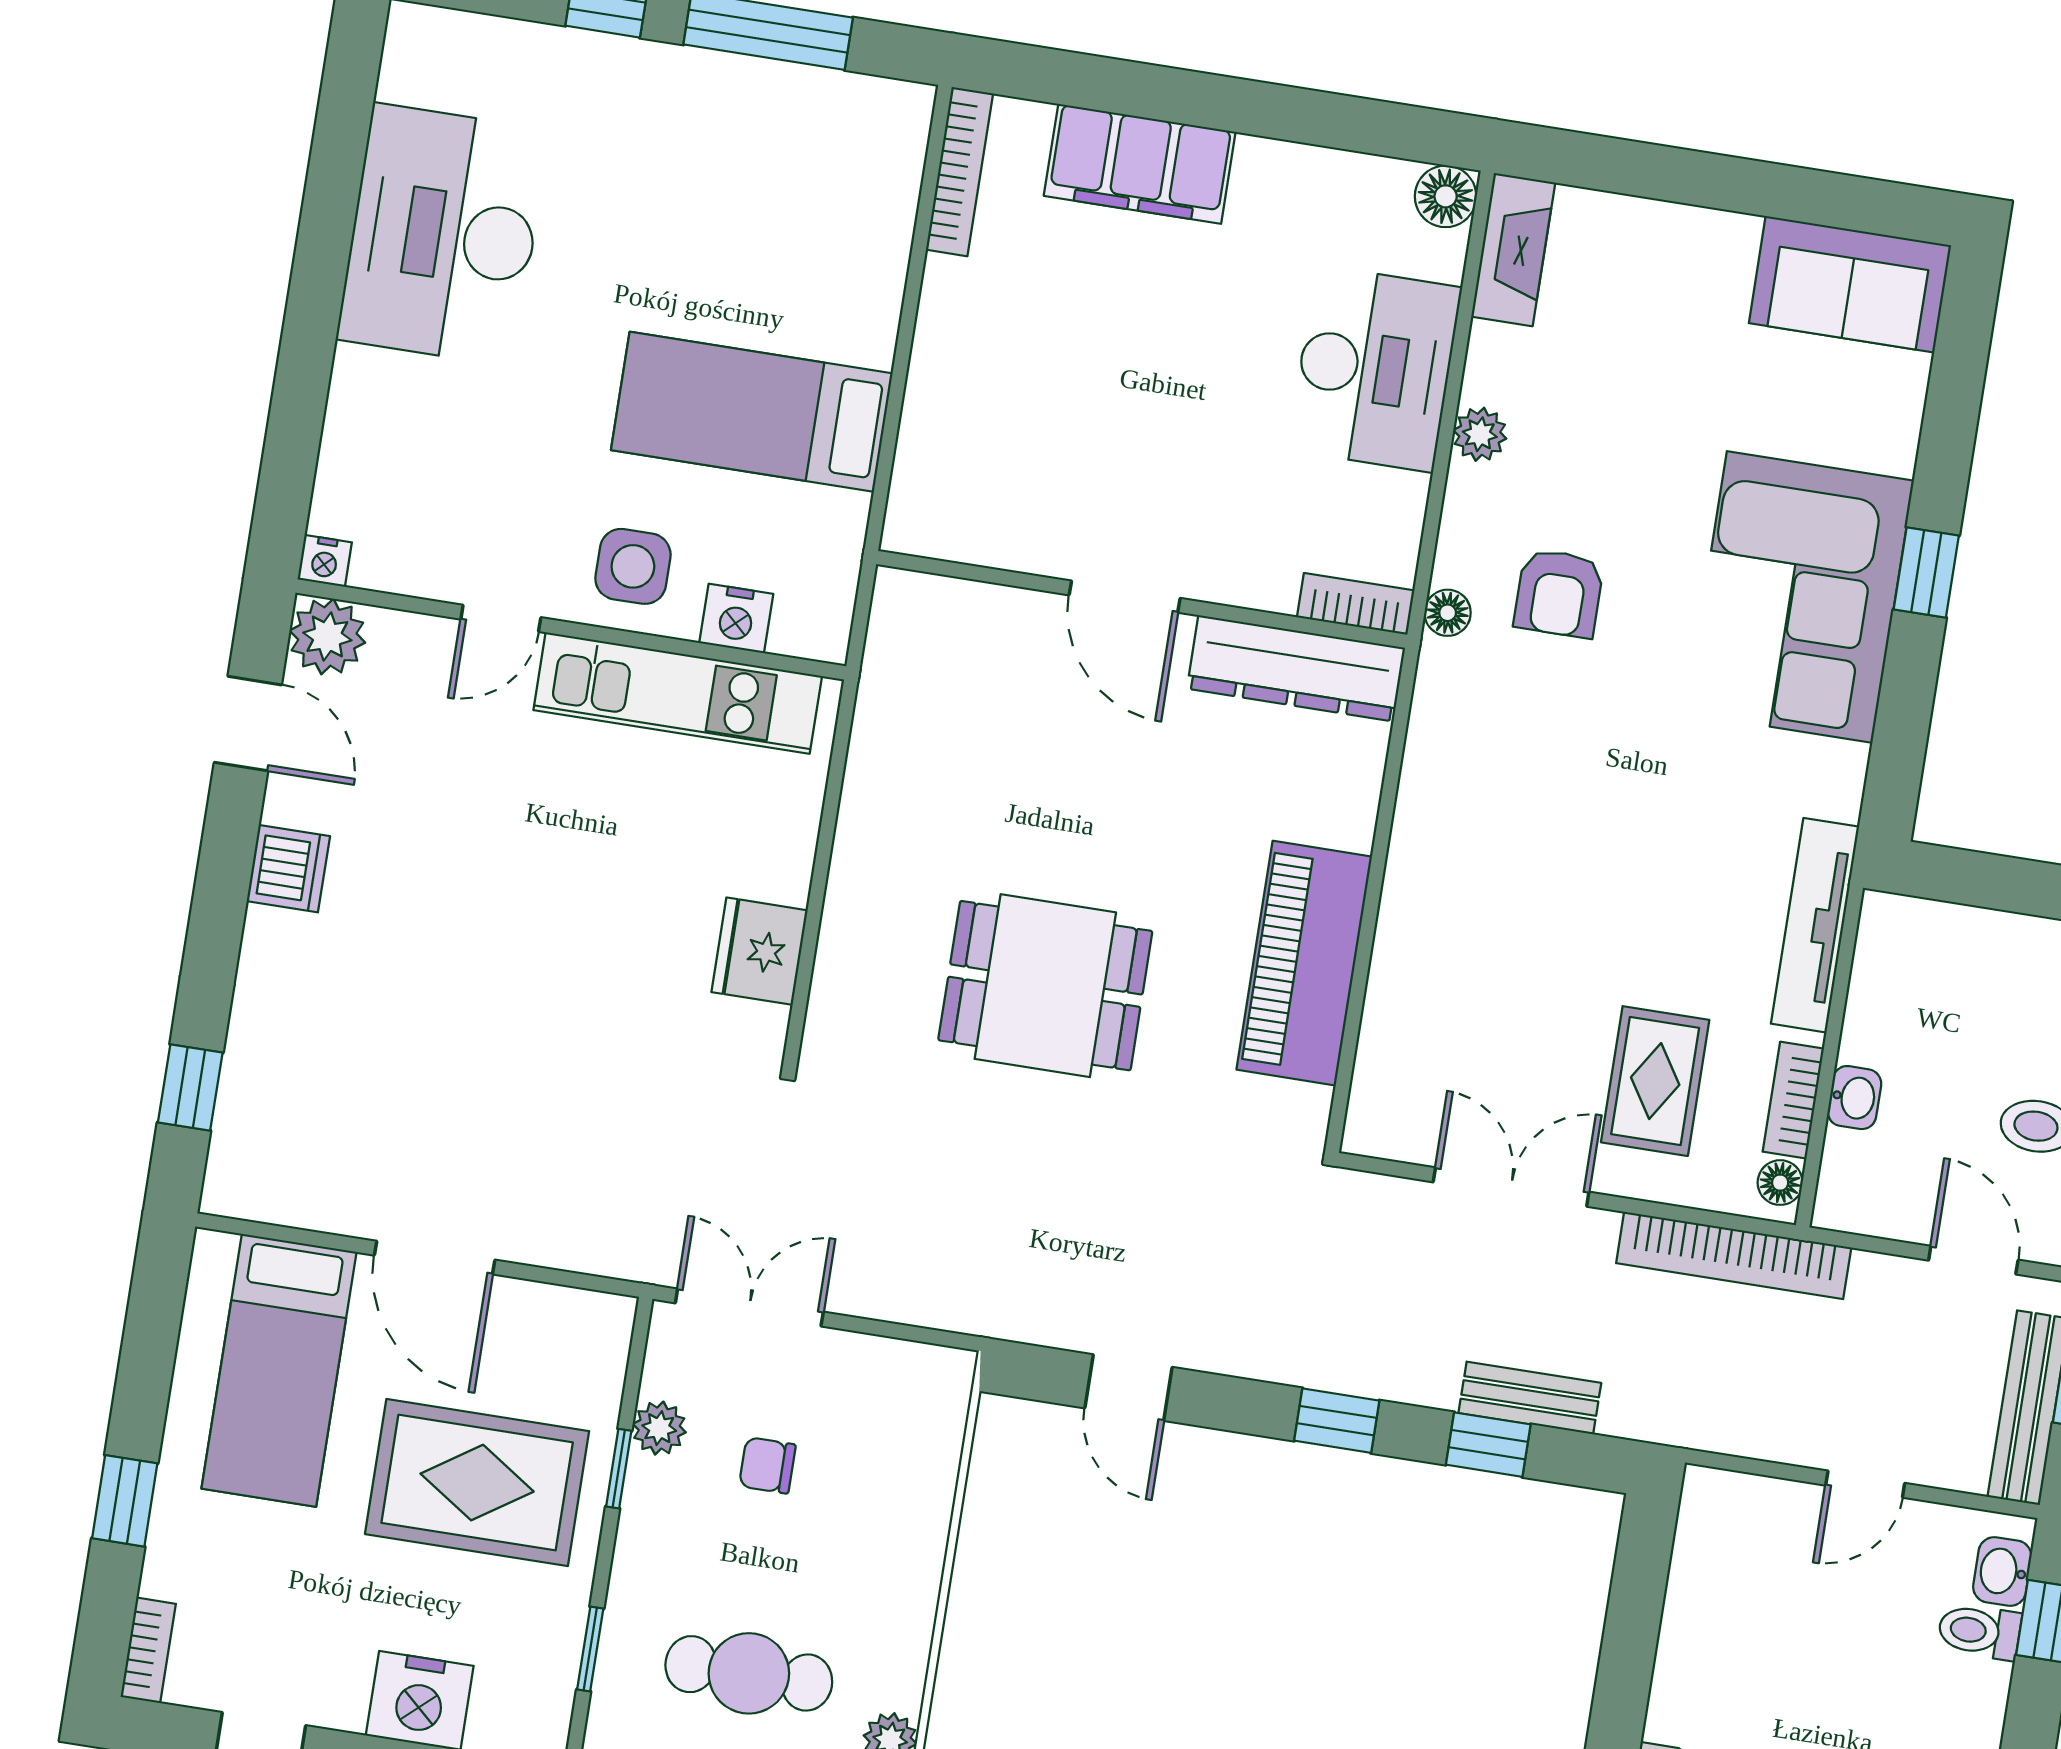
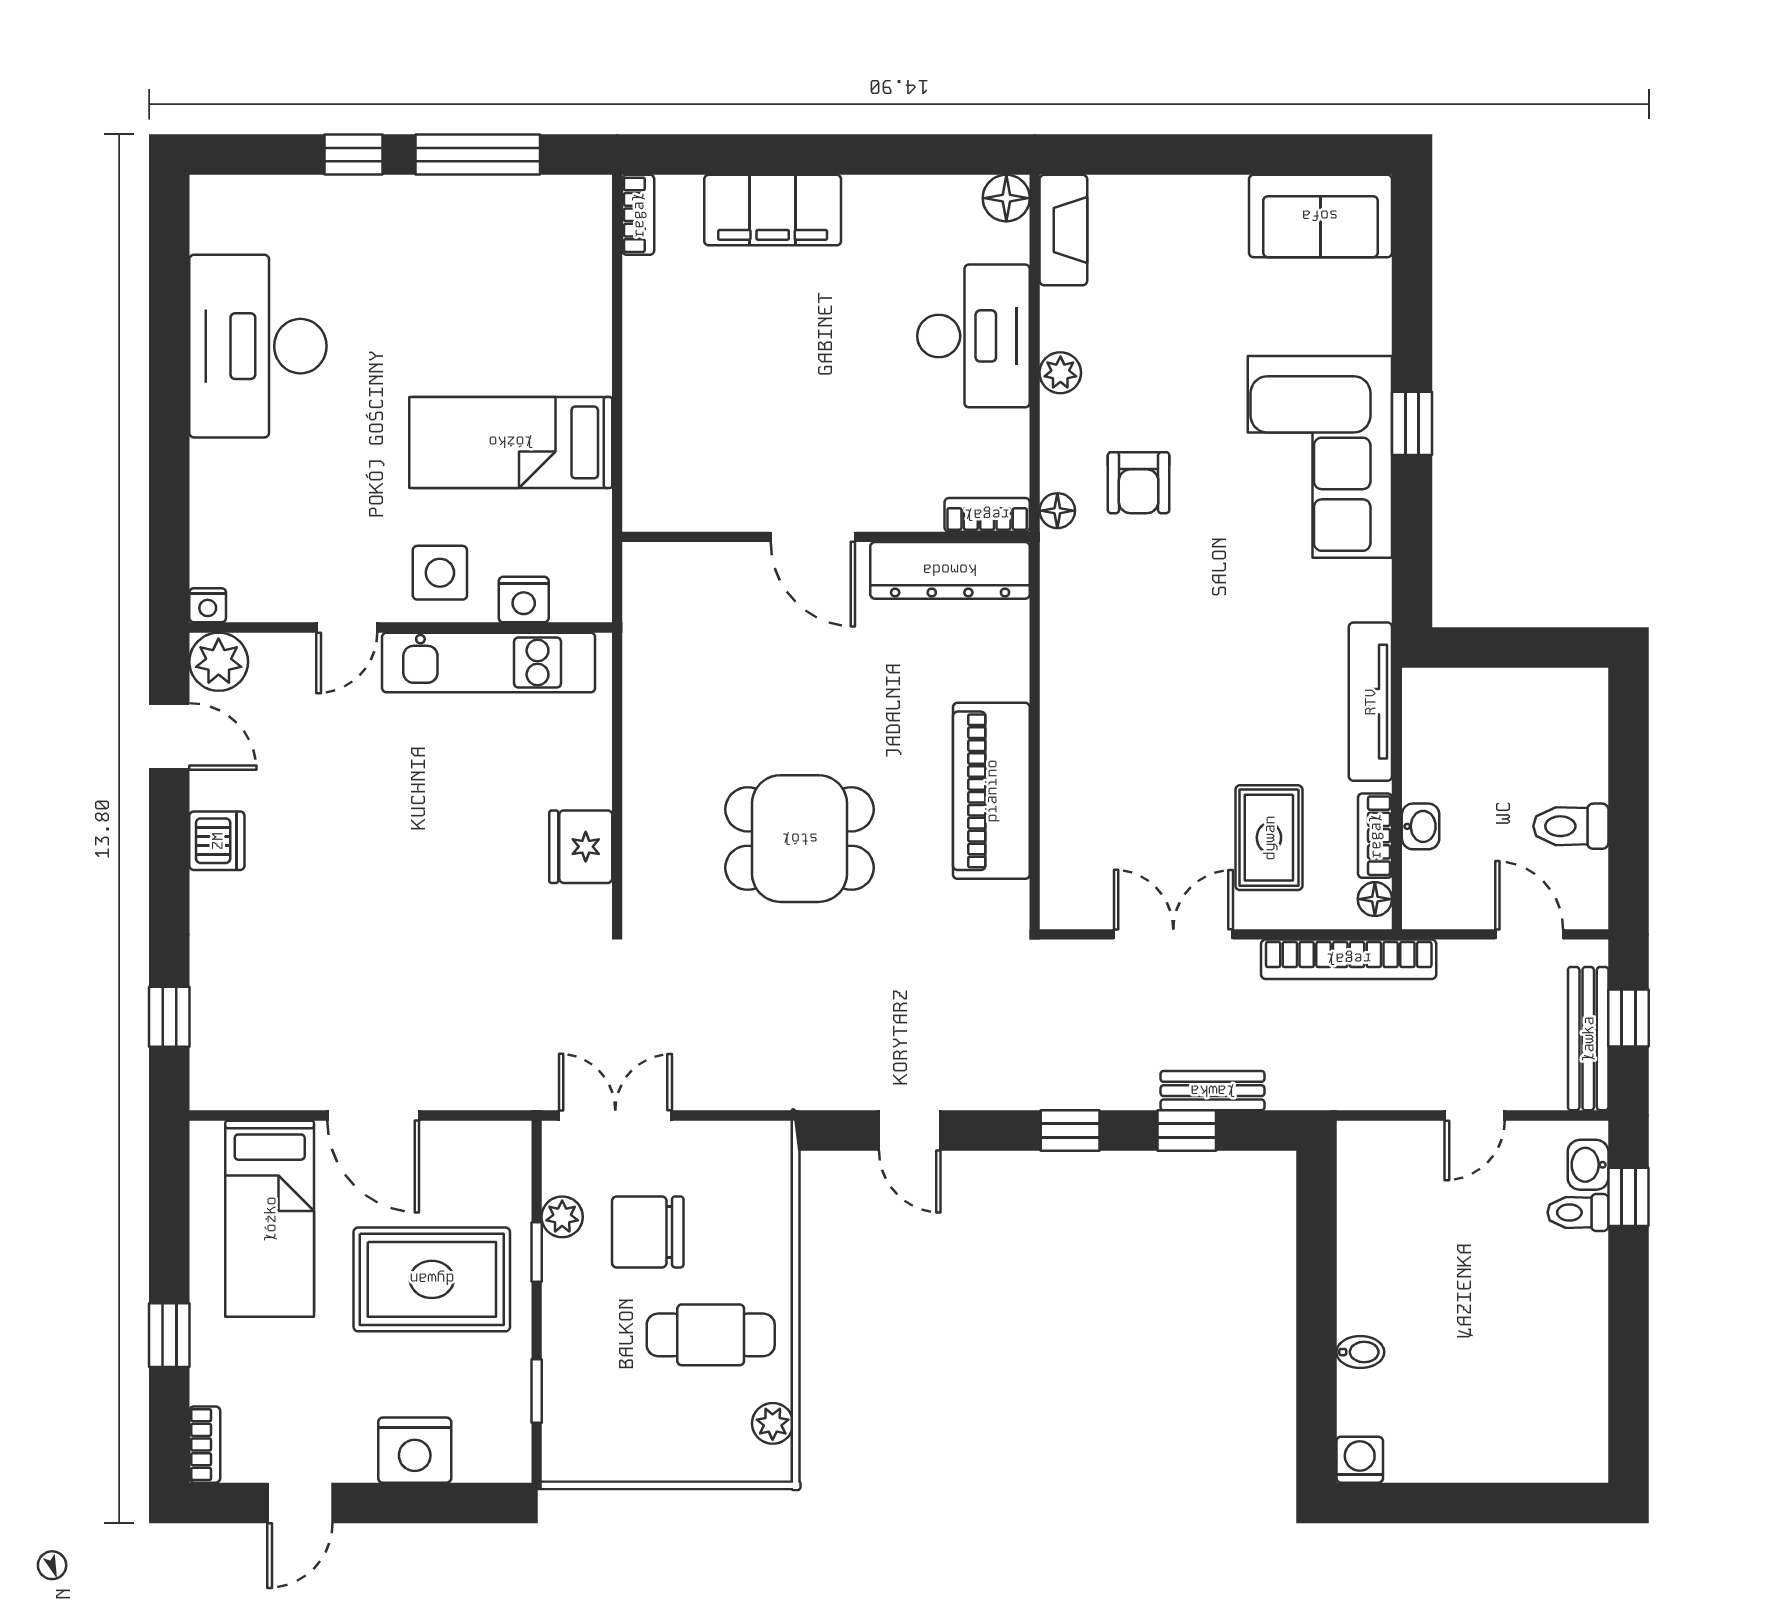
bookcase: (959, 172) -> (638, 215), width x0.64
chair: (767, 1465) -> (648, 1232), width x1.87, depth x1.87
cafe table: (749, 1673) -> (711, 1335), moved

